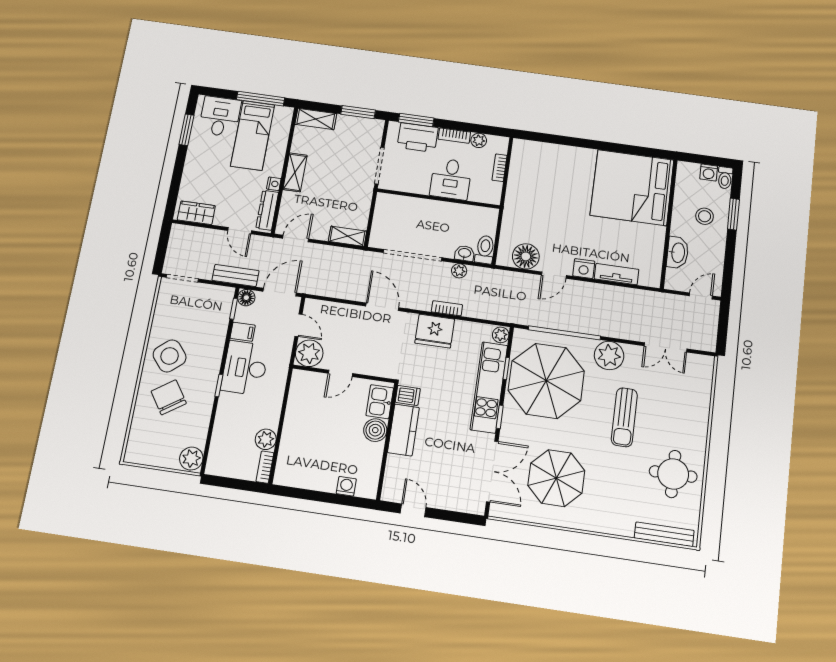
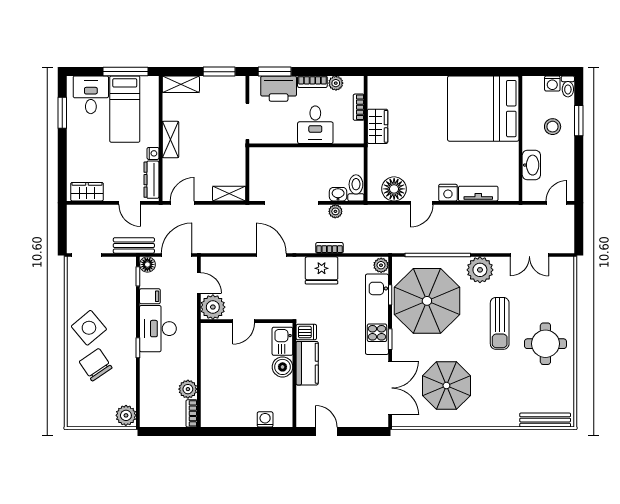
wardrobe: (517, 190) -> (378, 126), added
round table: (673, 474) -> (545, 344), moved

